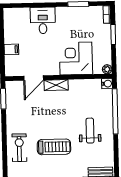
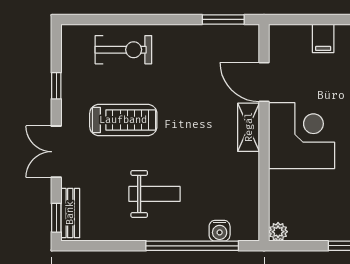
corner desk: (76, 58) -> (302, 136), moved
water cooler: (107, 84) -> (220, 231), moved
treadmill: (54, 147) -> (123, 120), turned -90

